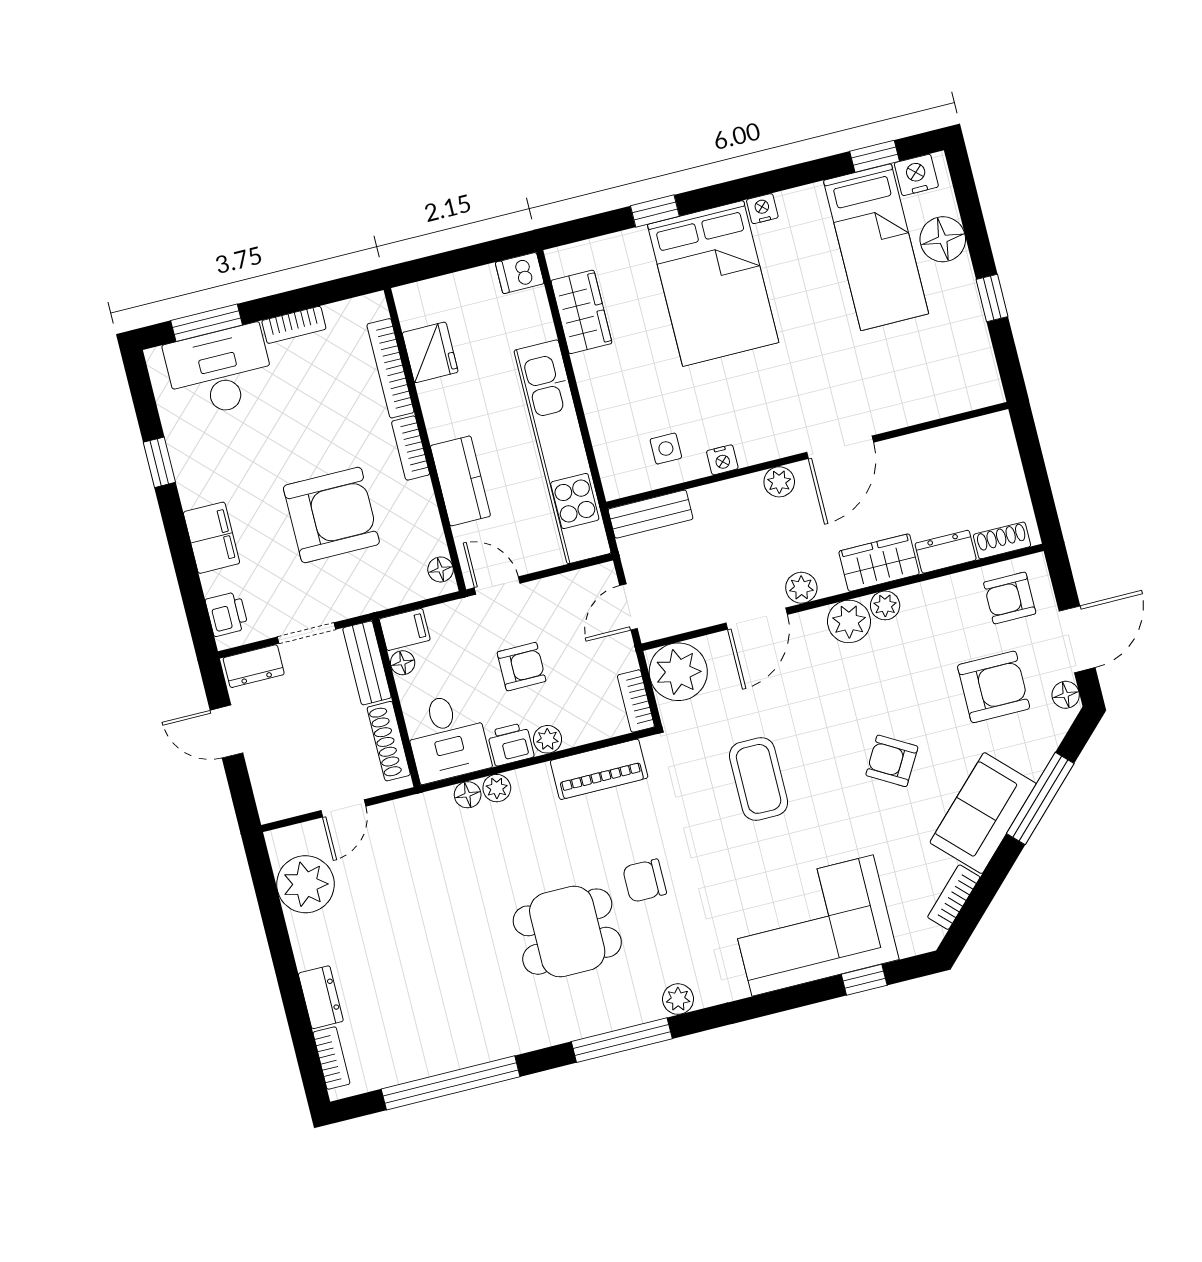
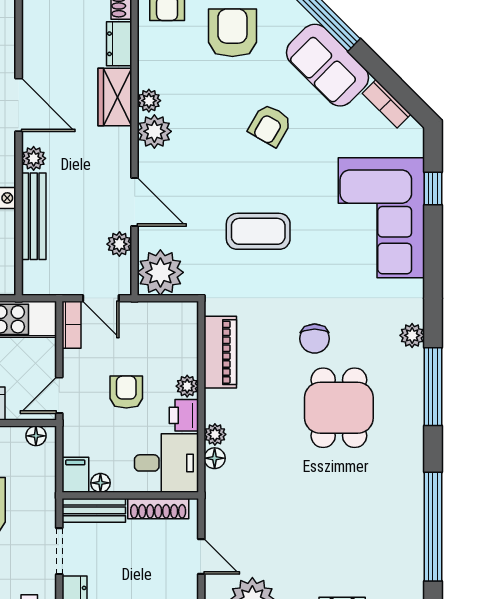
bench: (651, 514) -> (34, 216), moved, width x1.36
plant: (801, 588) -> (119, 244), moved
bookcase: (636, 701) -> (72, 325), moved, turned -90

